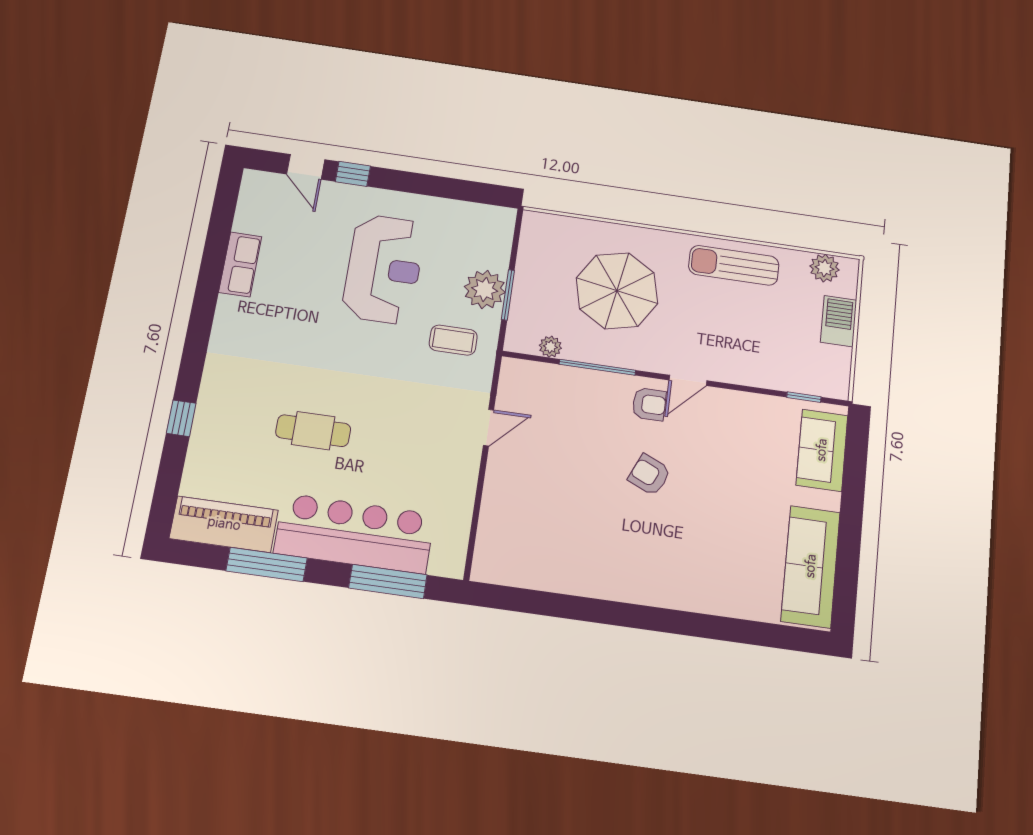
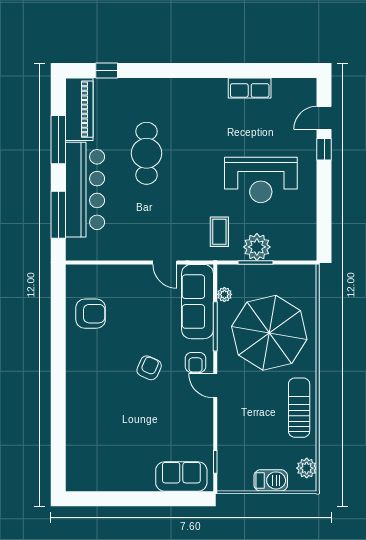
parasol: (617, 291) -> (269, 333), width x1.36, depth x1.36
window: (181, 418) -> (107, 70), moved
cafe table: (313, 431) -> (147, 153), width x1.37, depth x1.35
armchair: (553, 553) -> (91, 314), added
sofa: (811, 566) -> (197, 302), moved, turned -90

